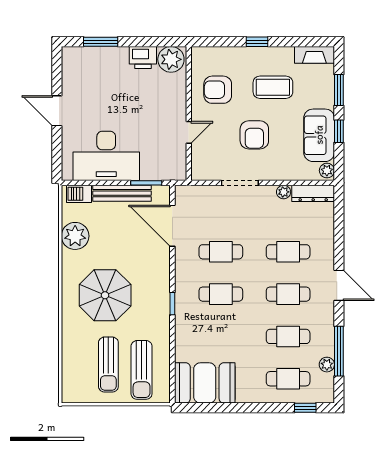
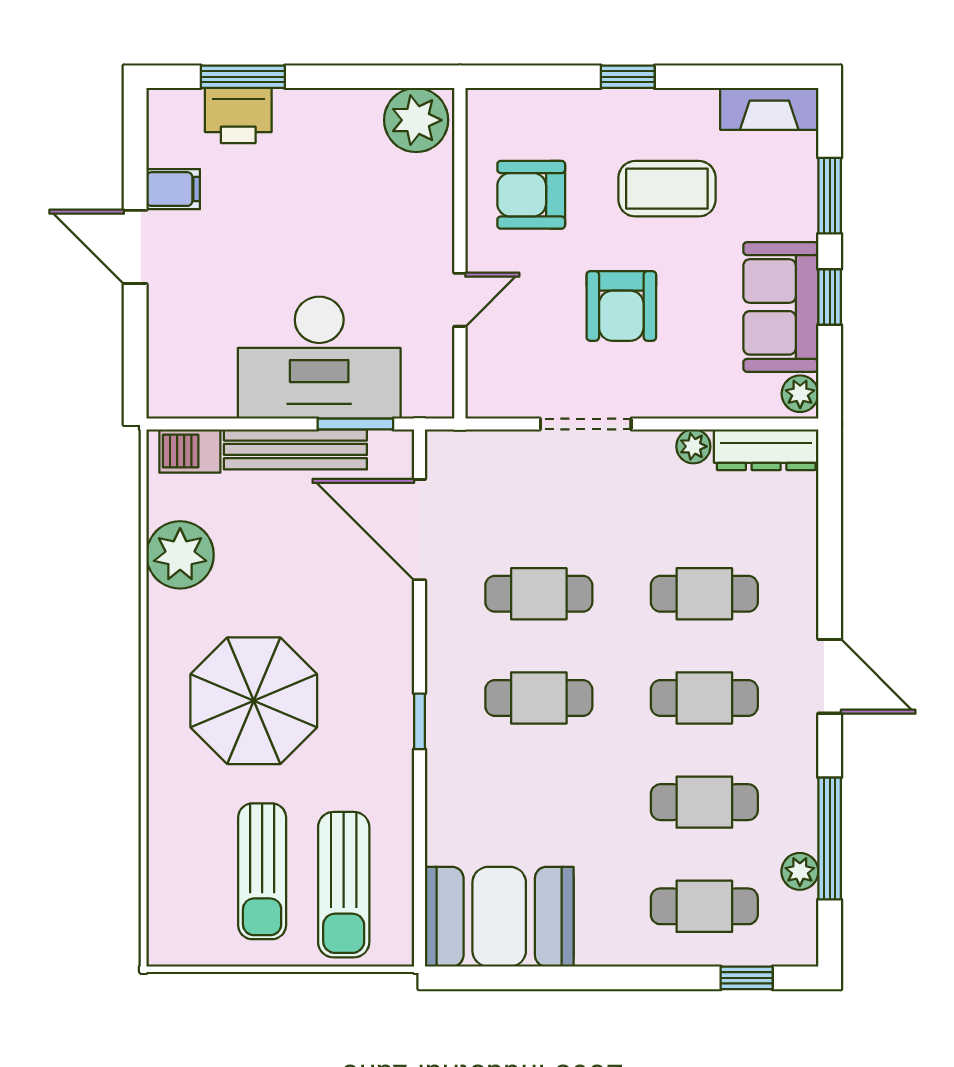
printer: (143, 58) -> (238, 116), moved
filing cabinet: (72, 87) -> (173, 189), added
desk: (106, 156) -> (319, 358), moved

